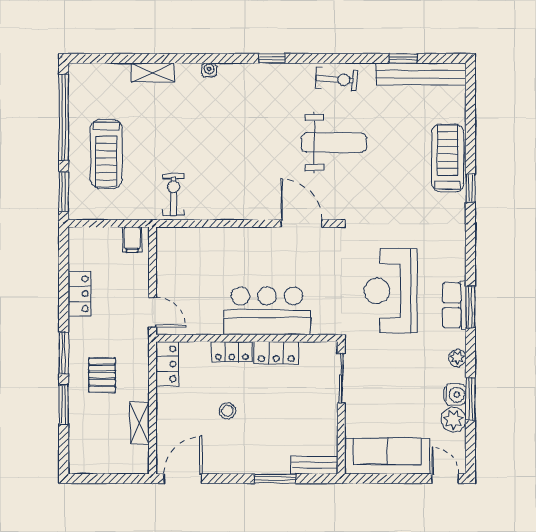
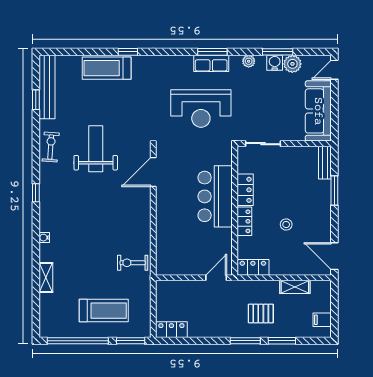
filing cabinet: (132, 240) -> (322, 320), moved, turned 180
locker: (79, 294) -> (171, 330), moved

